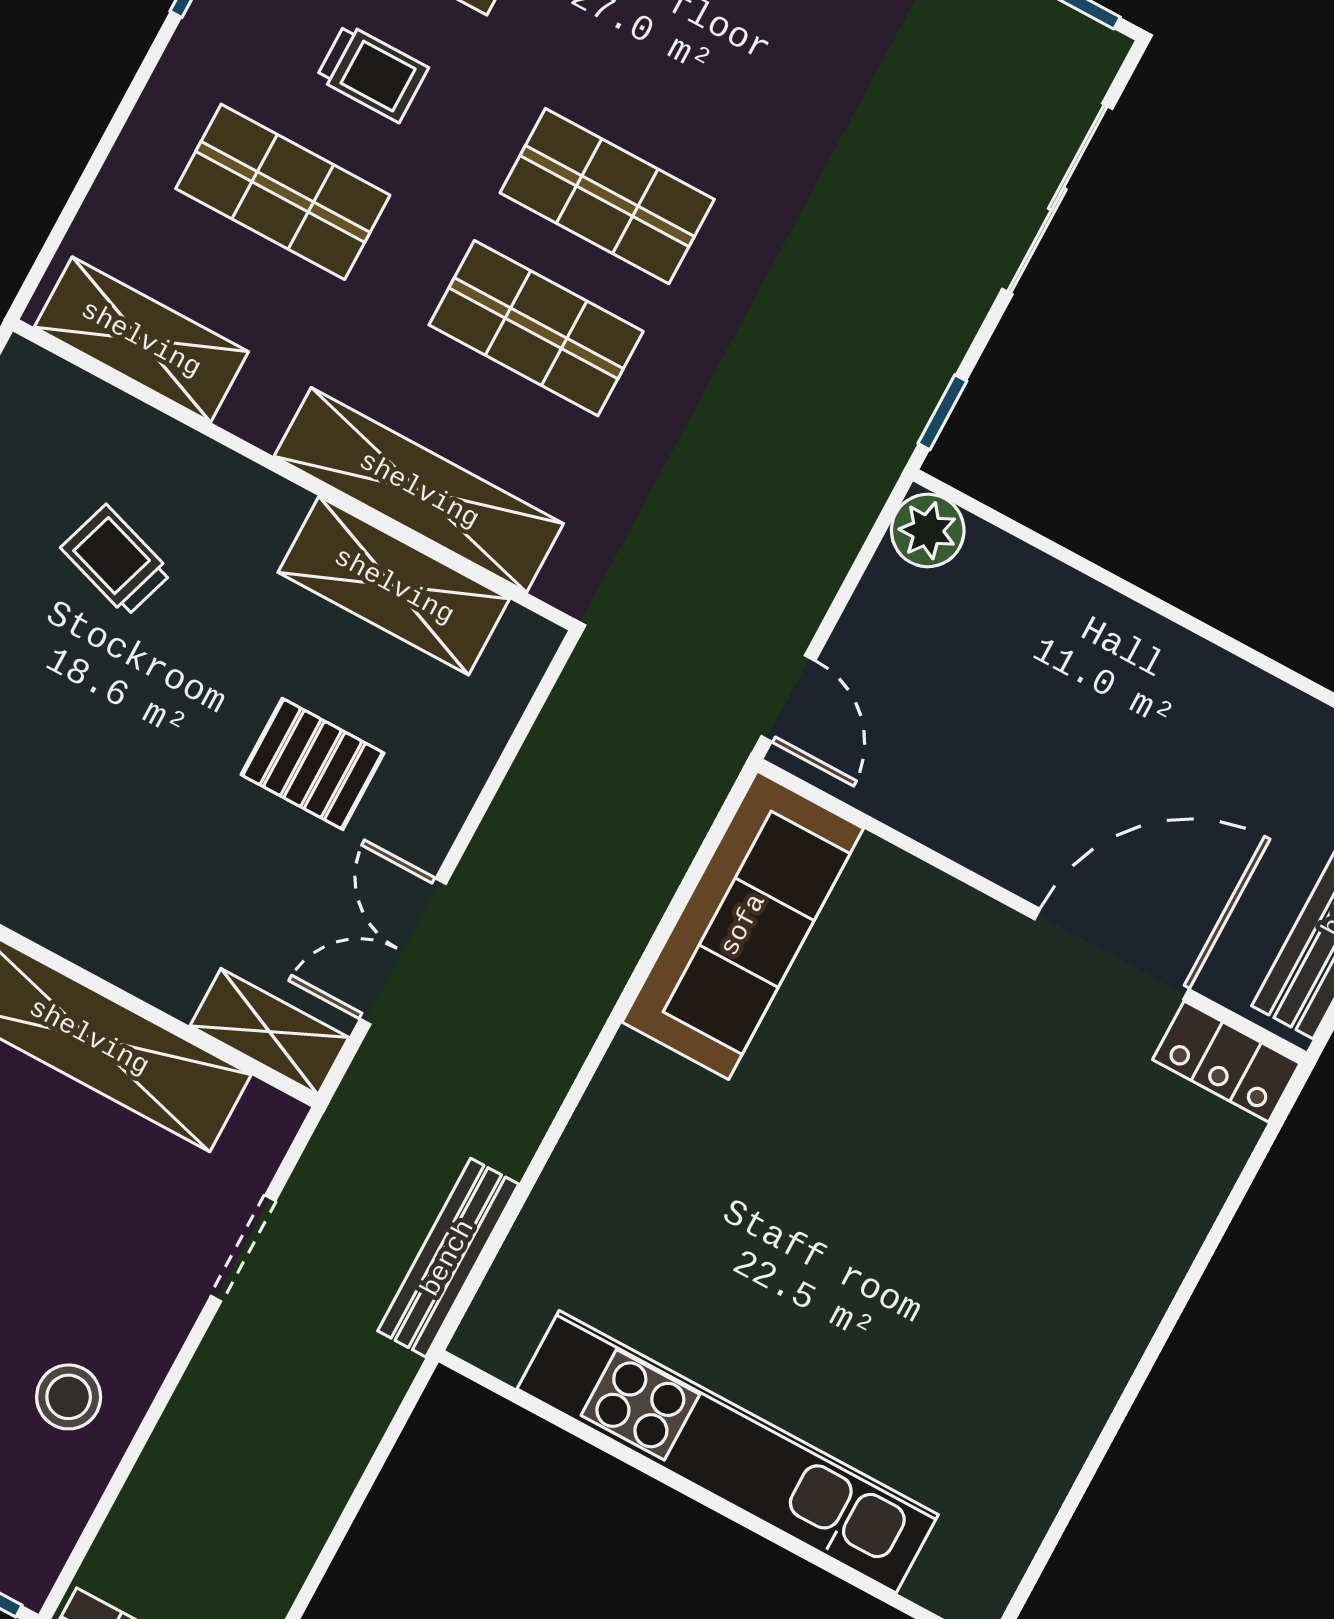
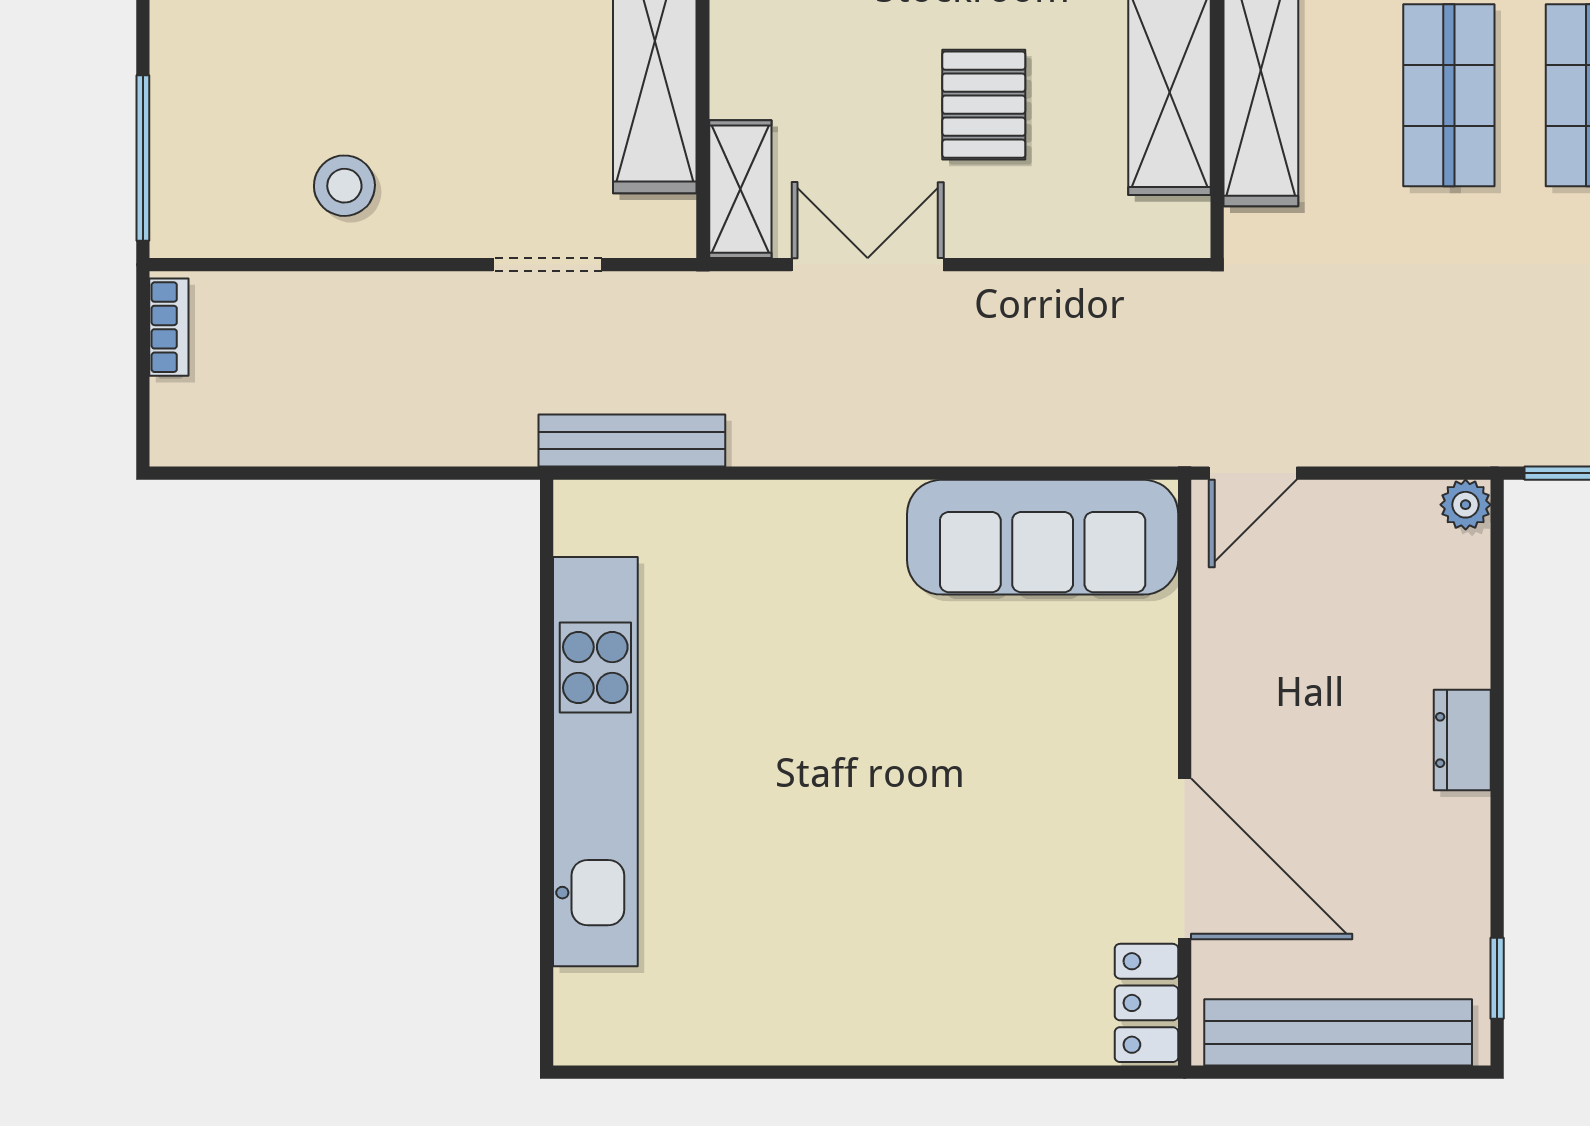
plant: (928, 530) -> (1466, 505), width x0.73, depth x0.73
dresser: (1140, 638) -> (1462, 740), added

